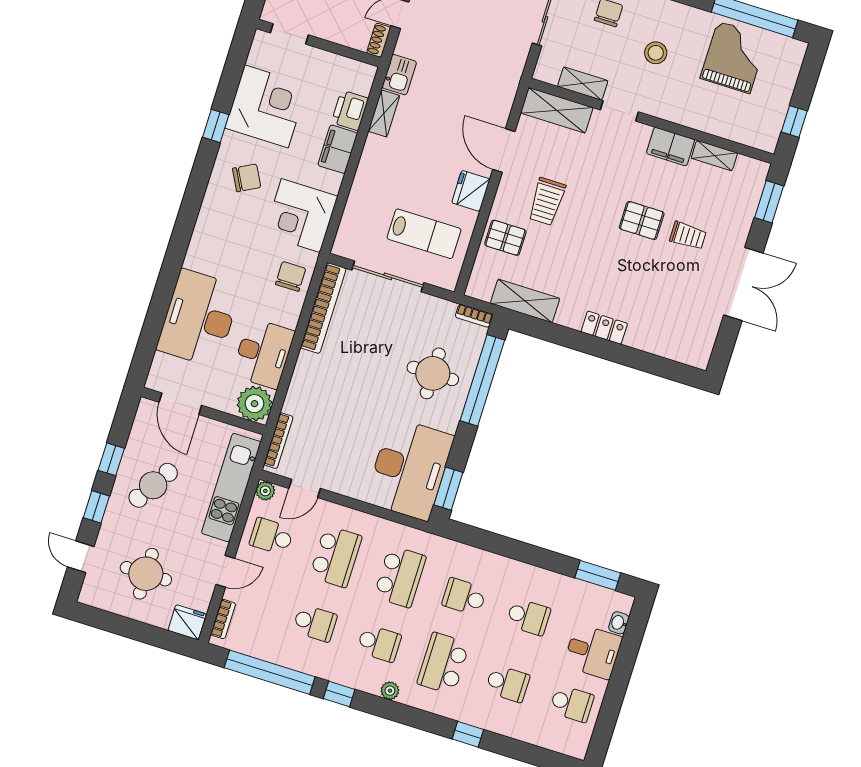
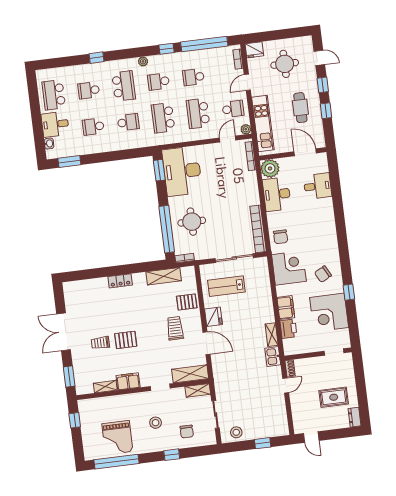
shelving: (583, 84) -> (198, 390), moved
desk: (199, 318) -> (318, 186), width x0.53, depth x0.77
cafe table: (153, 485) -> (300, 108), turned -32
school desk: (572, 704) -> (54, 95), width x1.85

